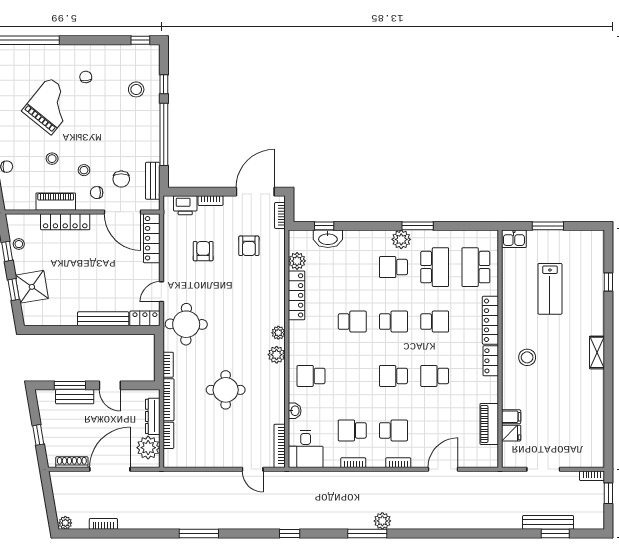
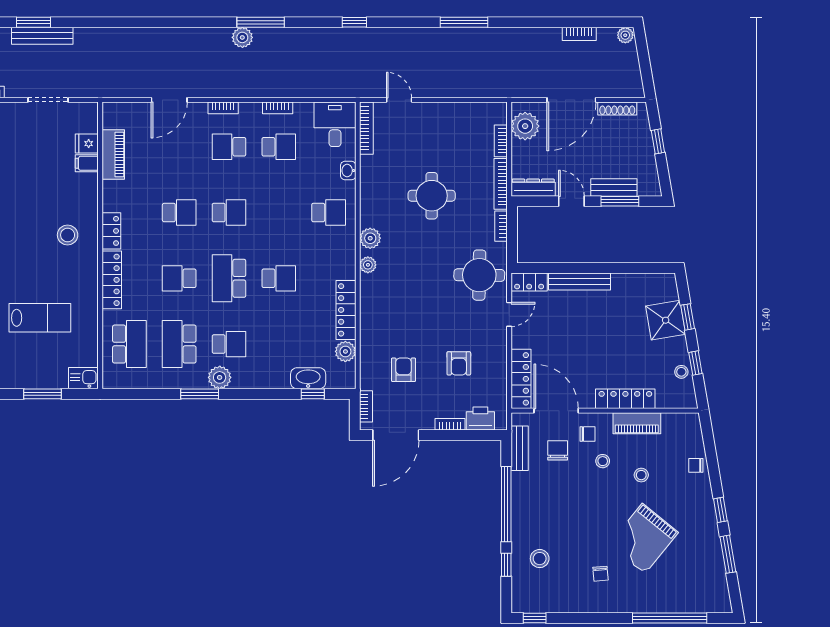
lab bench: (550, 289) -> (40, 318), turned 90
school desk: (352, 322) -> (279, 278), turned 180
school desk: (393, 322) -> (229, 278), width x1.85
dresser: (153, 416) -> (533, 188), moved, turned -90

